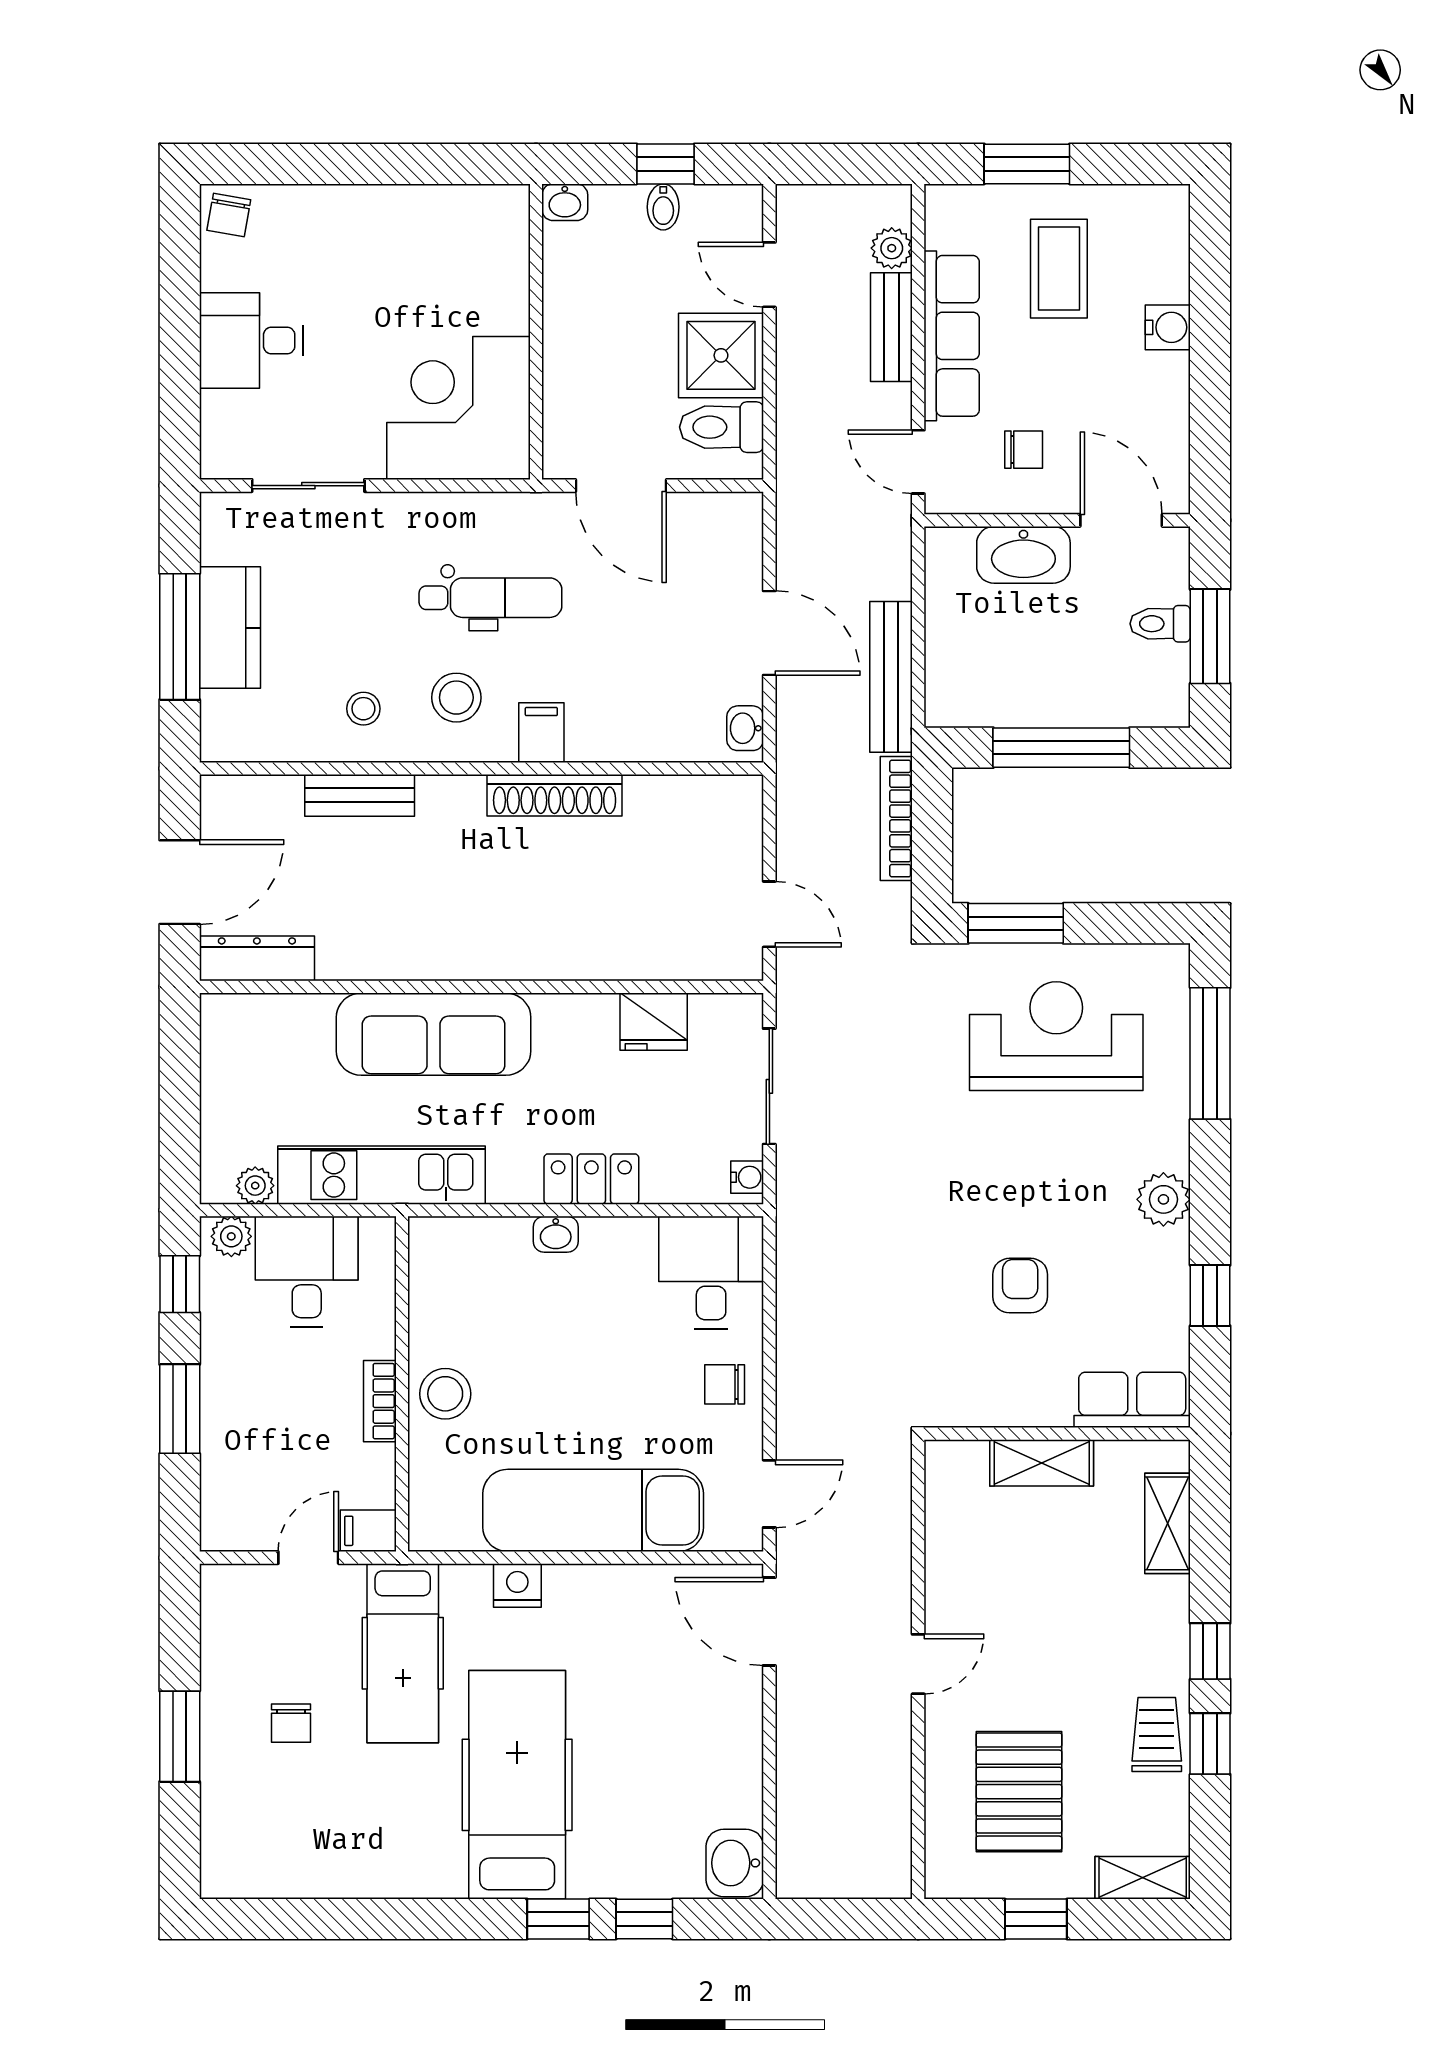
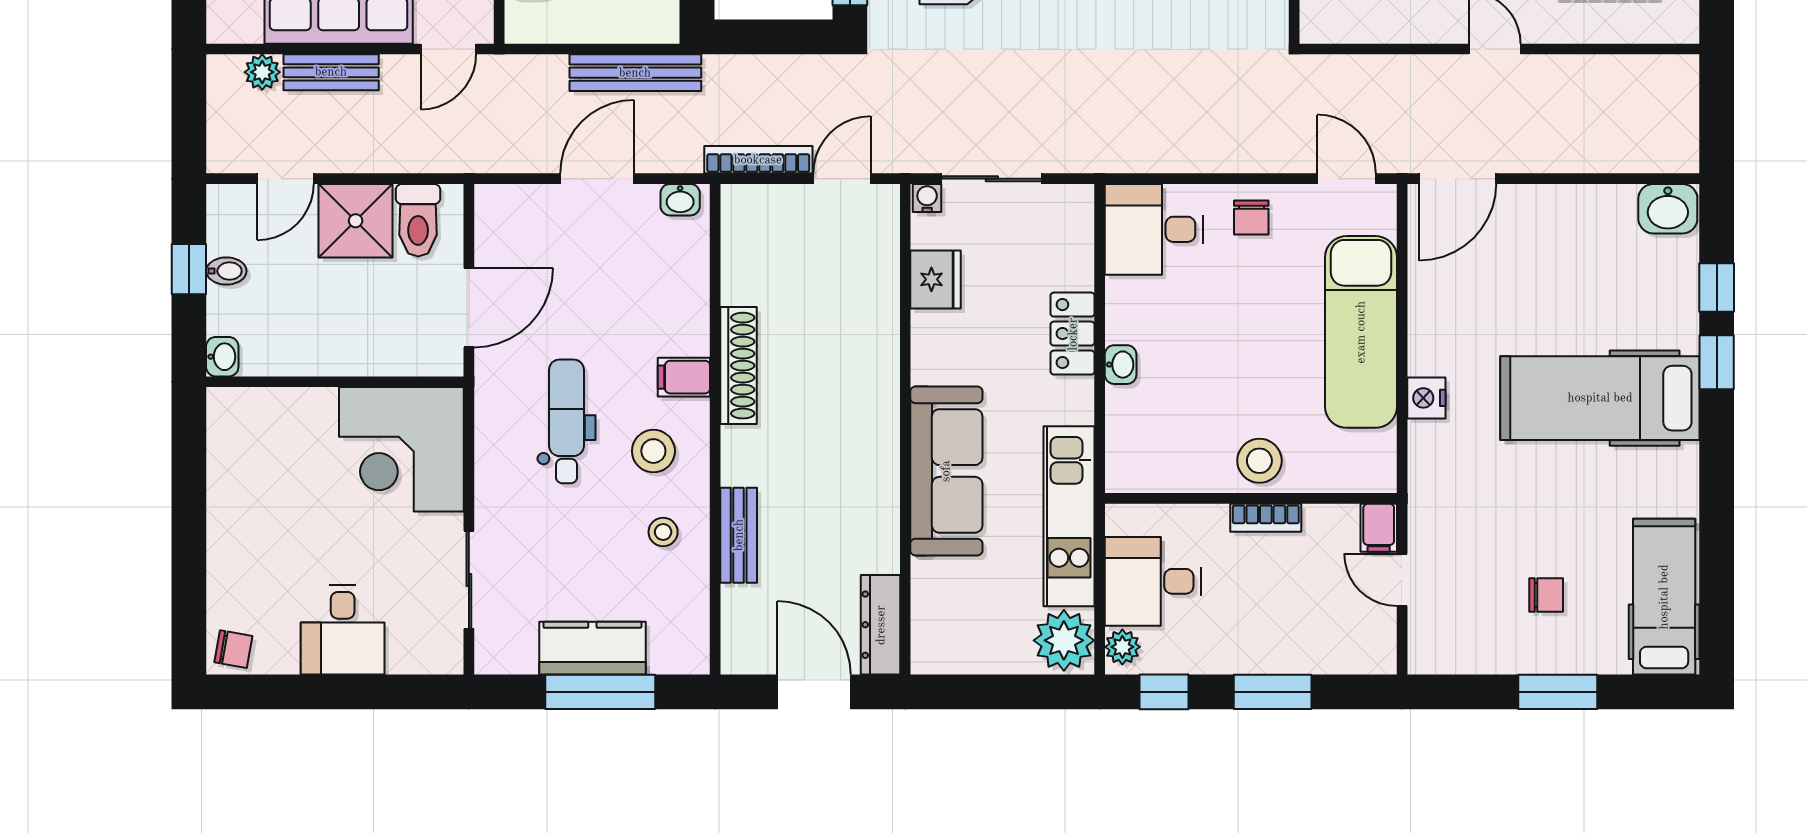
bookcase: (896, 818) -> (758, 160), moved, turned 180
water cooler: (747, 1177) -> (927, 198), moved
plant: (255, 1186) -> (1064, 640), width x1.87, depth x1.87
hospital bed: (403, 1653) -> (1664, 597), moved, turned -90

